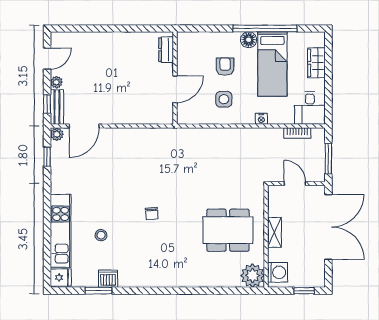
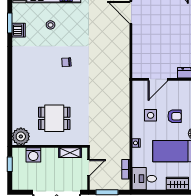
door: (175, 89) -> (158, 79), hinge flipped
dining table: (228, 230) -> (54, 118), width x0.73
shelving: (274, 232) -> (70, 153), moved
washing machine: (278, 272) -> (33, 155), moved
window: (304, 291) -> (10, 164), moved

